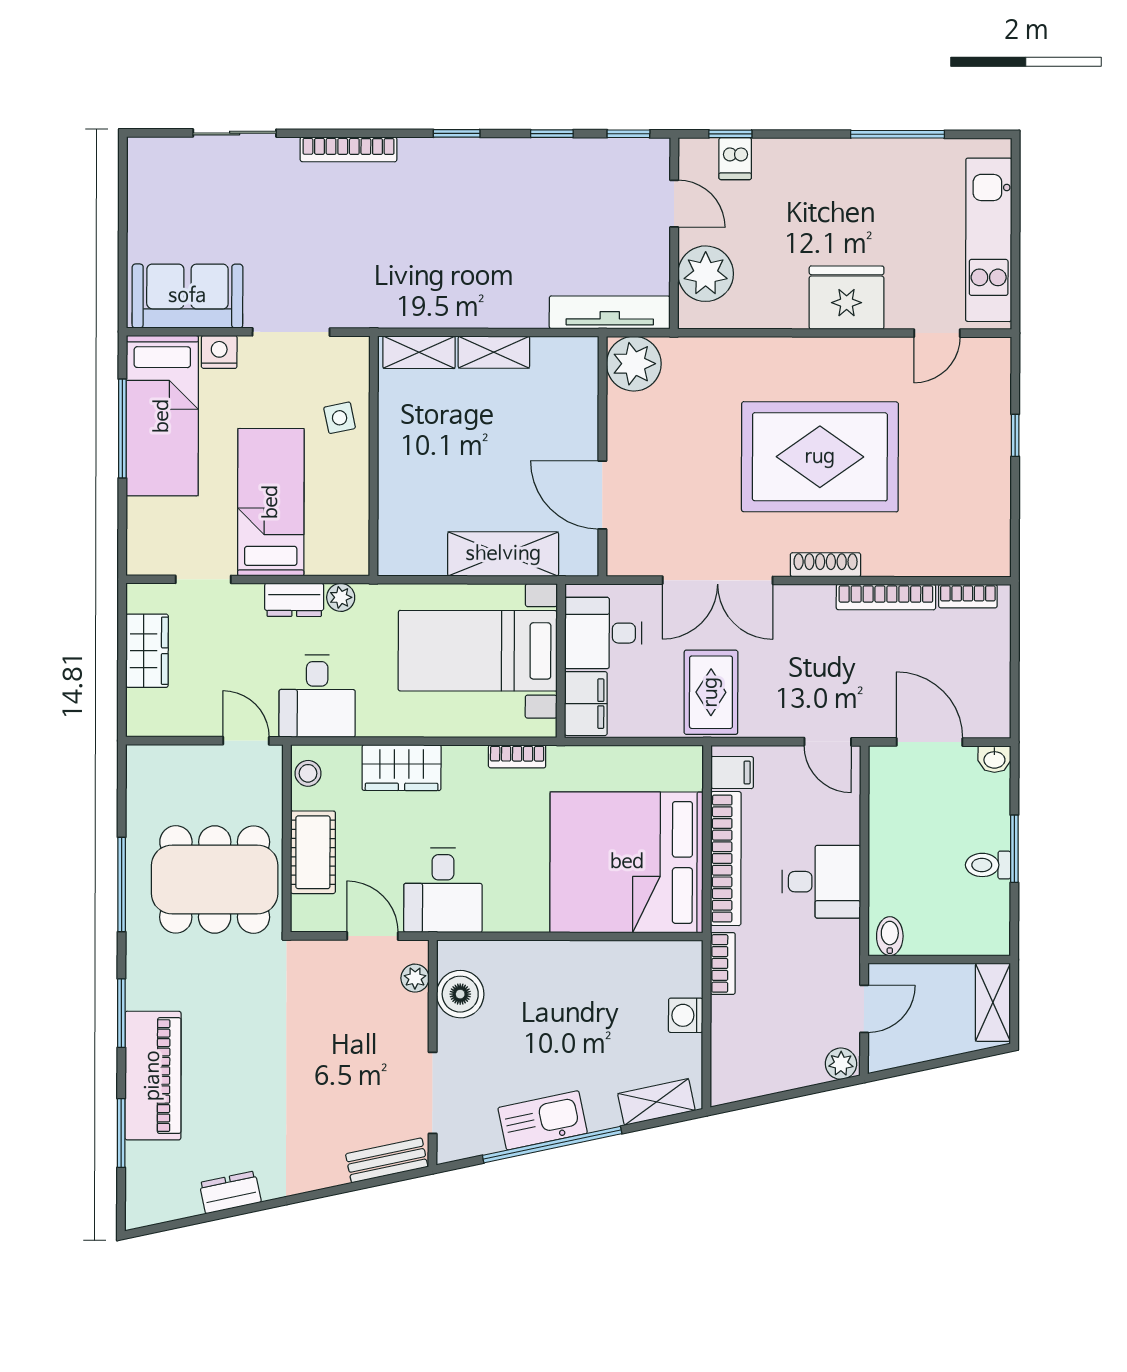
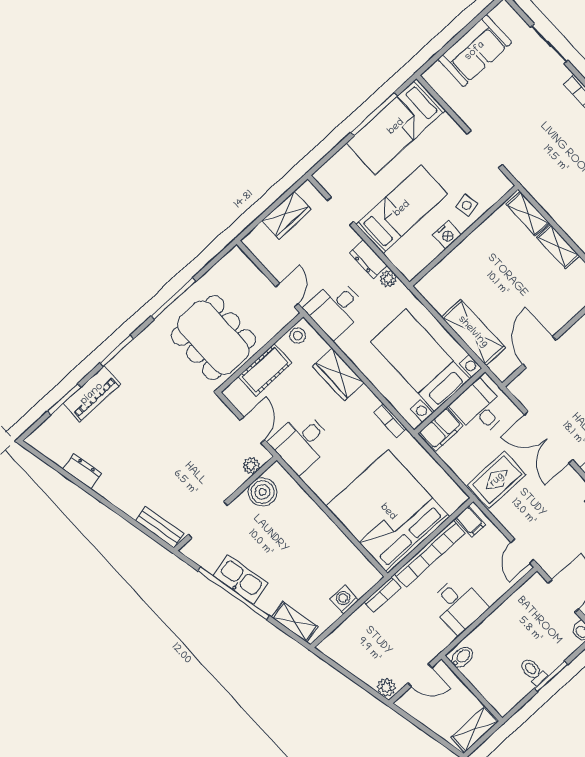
sofa: (187, 296) -> (475, 51), moved, turned 90
nightstand: (219, 352) -> (447, 235), moved, turned 90
piano: (153, 1076) -> (92, 394), width x0.73, depth x0.75

